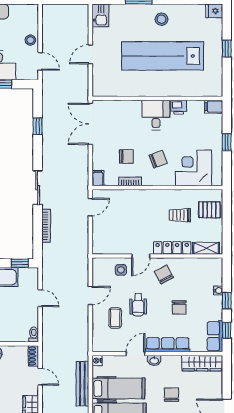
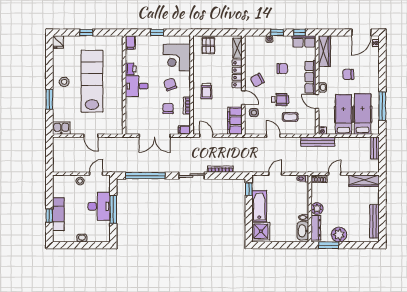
lab bench: (163, 56) -> (92, 81), turned 180
double door: (90, 124) -> (155, 136), moved
window: (38, 126) -> (145, 176), width x3.17
trolley: (180, 215) -> (206, 91), moved
filing cabinet: (110, 245) -> (235, 121), added
bench: (82, 384) -> (318, 142), moved

